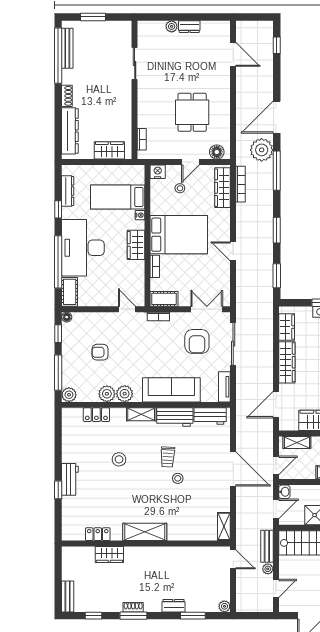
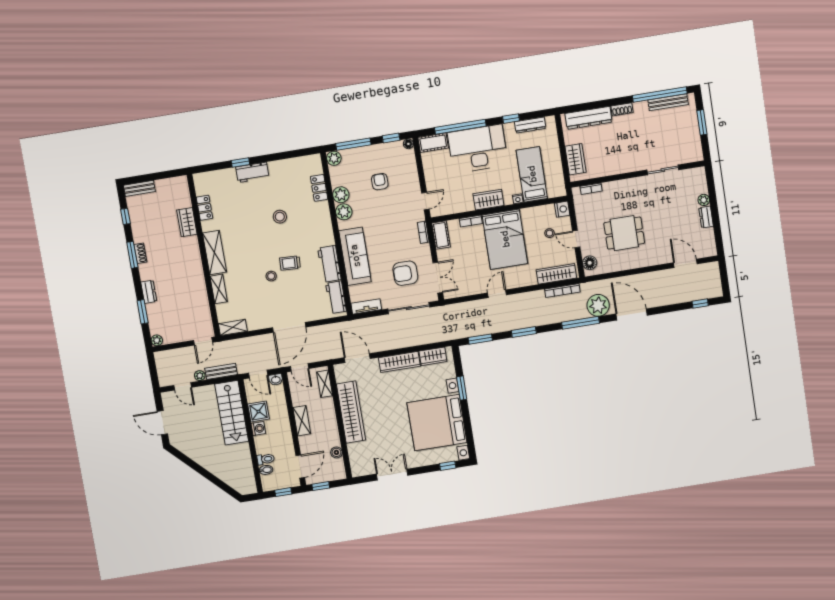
door: (233, 54) -> (685, 263), swing flipped
shelving: (141, 414) -> (219, 289), moved

